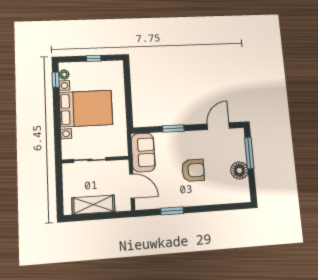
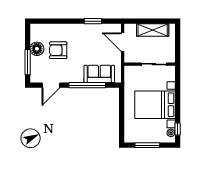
window: (94, 58) -> (147, 145), width x2.17
window: (173, 129) -> (87, 85), width x2.11
sofa: (143, 152) -> (99, 74), moved, turned 90
armchair: (193, 170) -> (58, 50), moved

